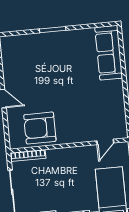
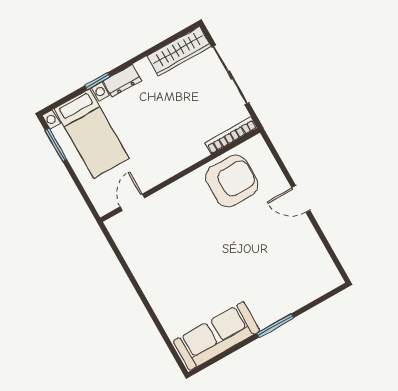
sofa: (109, 53) -> (217, 336), moved, turned -90

